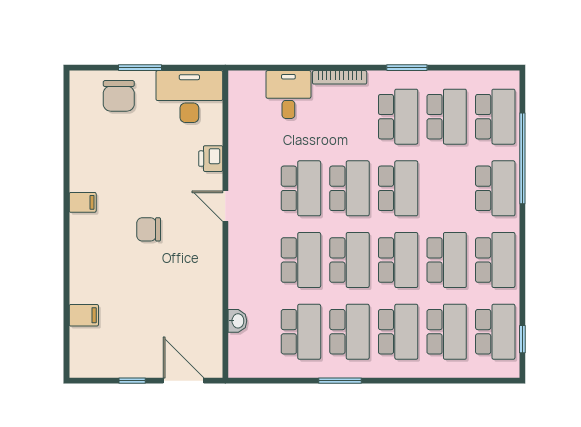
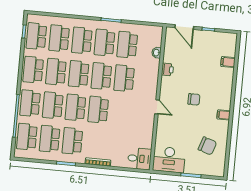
desk: (288, 95) -> (139, 159), moved, turned -90
chair: (119, 96) -> (207, 146), moved, turned 108
printer: (211, 159) -> (167, 69), moved
school desk: (301, 188) -> (53, 105), moved

